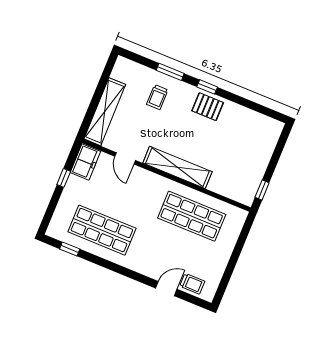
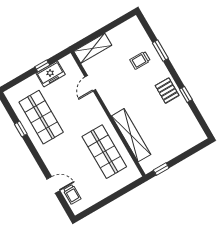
window: (207, 87) -> (186, 94), moved
shelving: (105, 112) -> (93, 48), width x0.68
freezer: (85, 162) -> (51, 74), moved
shelving: (177, 167) -> (131, 135), moved
window: (70, 249) -> (21, 129), moved

